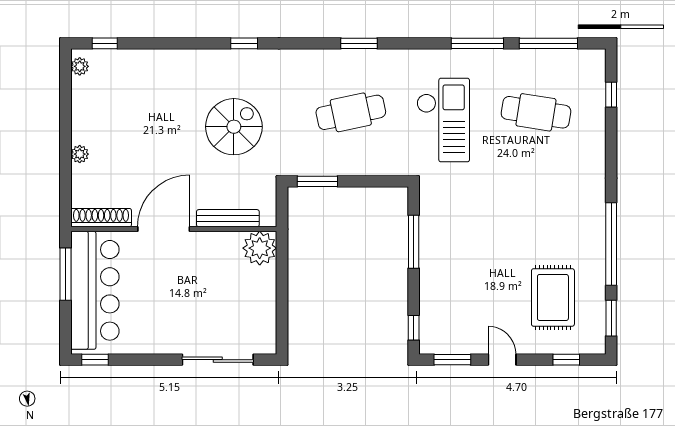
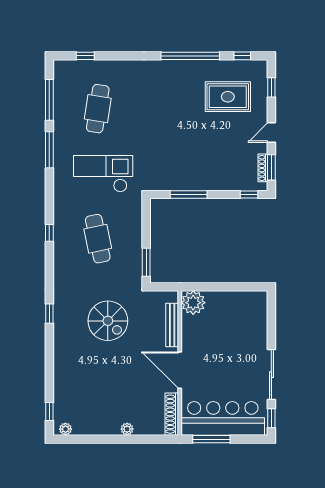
window: (359, 43) -> (49, 233), width x0.67
spiral stairs: (234, 127) -> (108, 321), turned 180
window: (611, 318) -> (242, 56), width x0.67
shoe rack: (451, 348) -> (263, 168), added
sliding door: (218, 360) -> (271, 375), moved

